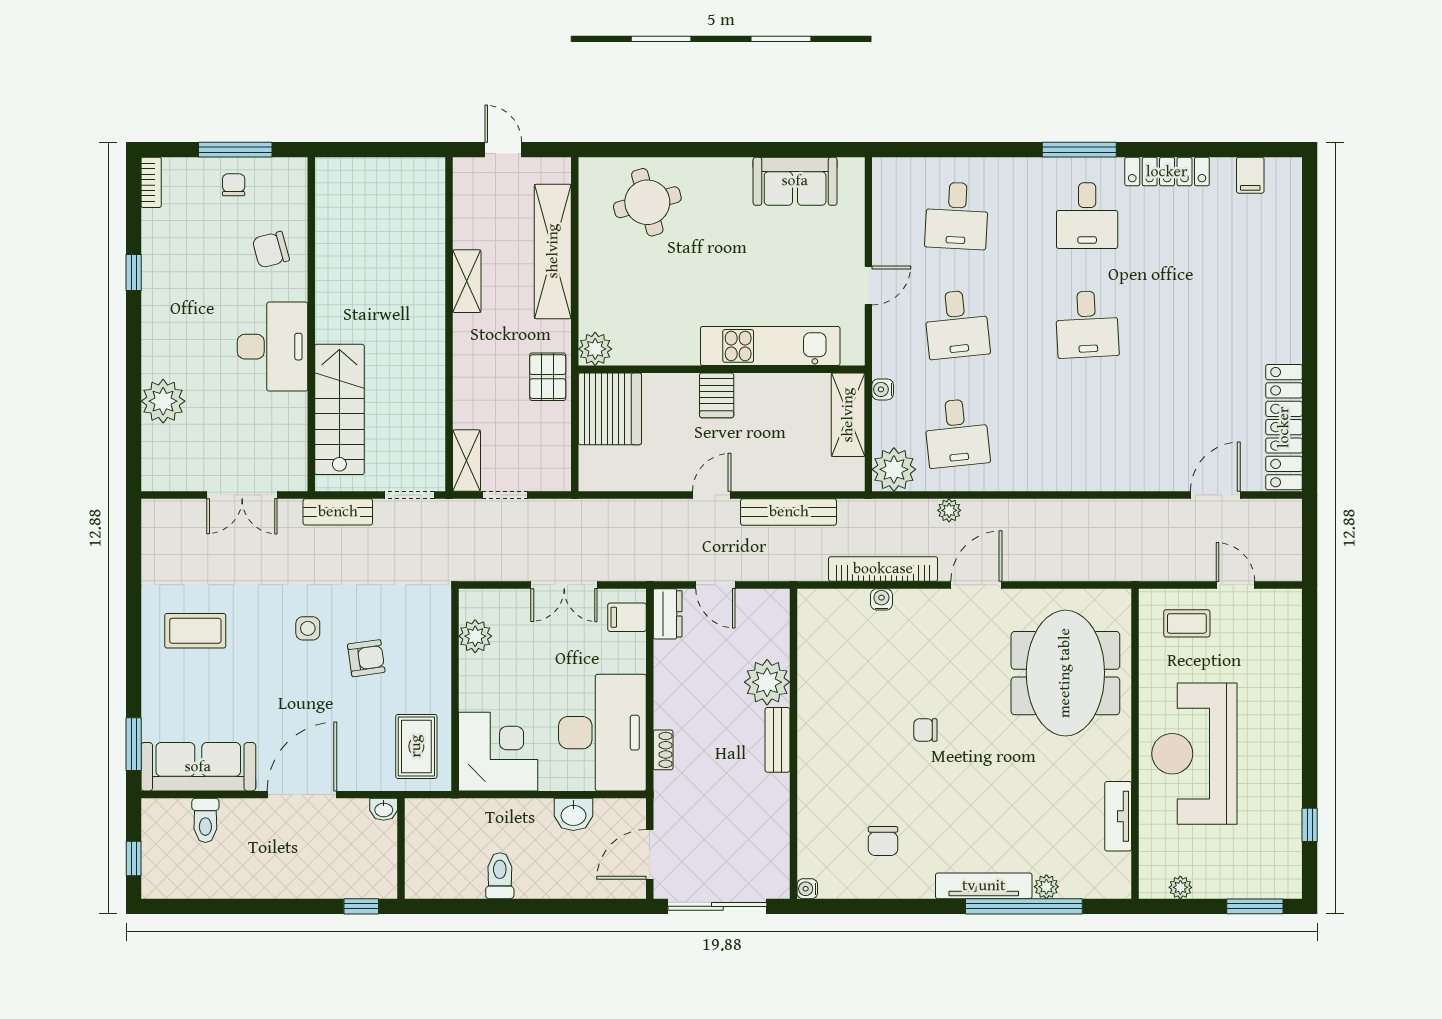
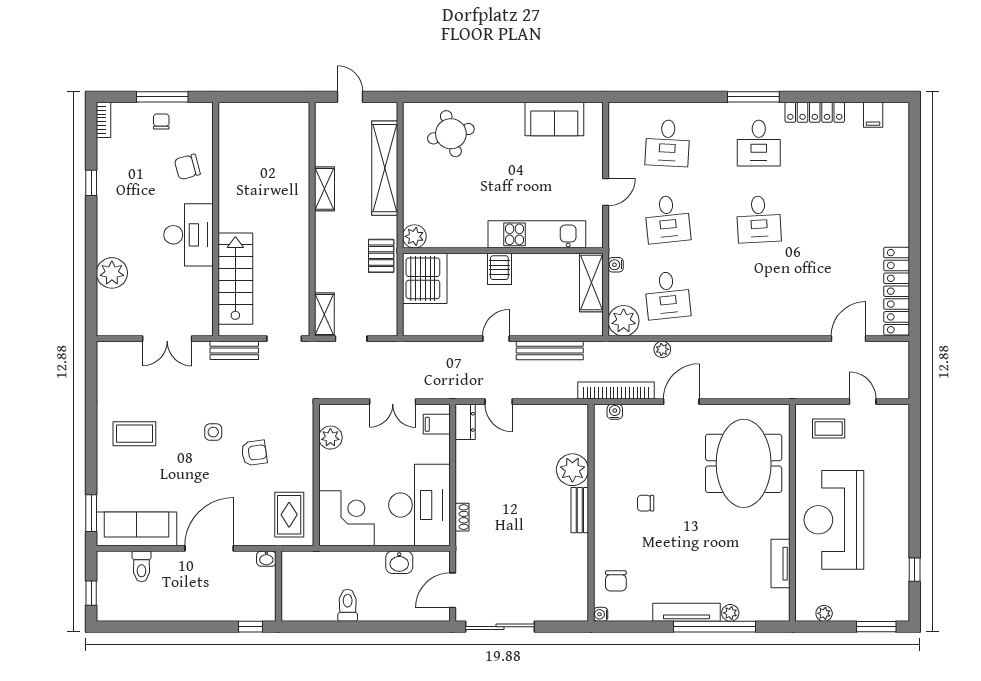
plant: (767, 682) -> (572, 470), moved
bench: (778, 740) -> (580, 510), moved
wall: (794, 744) -> (591, 513), moved
water cooler: (807, 889) -> (601, 614), moved

